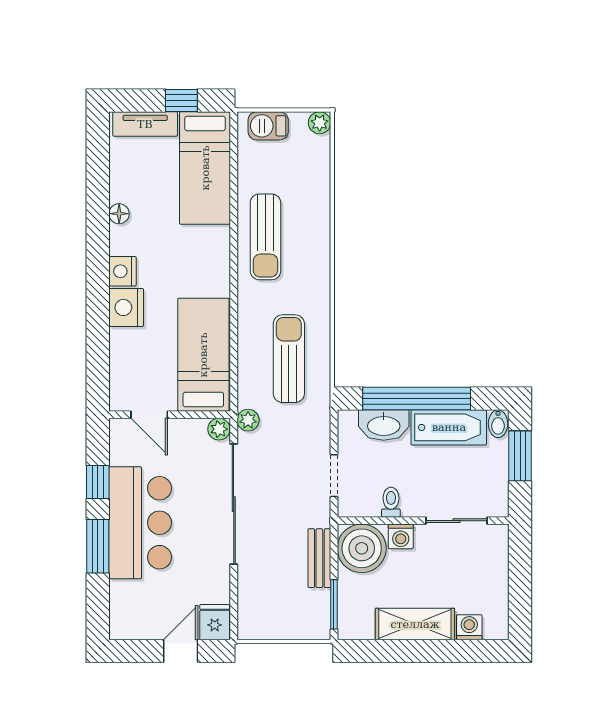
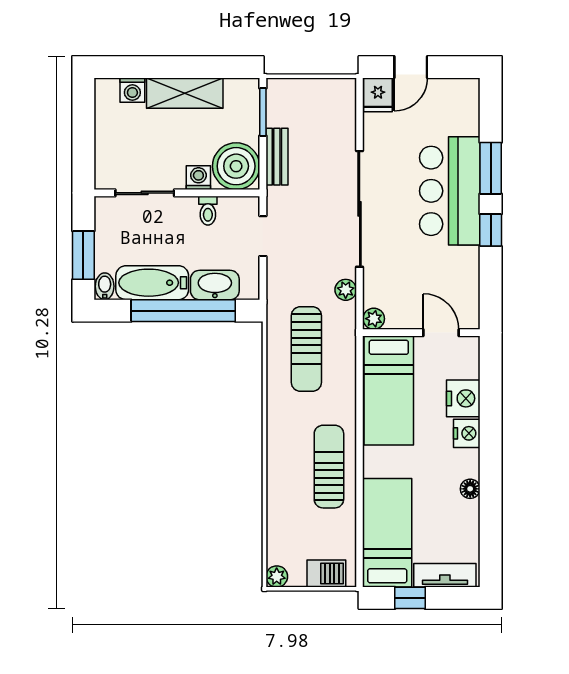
bed: (203, 355) -> (389, 390), moved
door: (149, 415) -> (441, 333), moved
wall: (170, 415) -> (421, 333), moved
plant: (219, 429) -> (374, 319), moved

